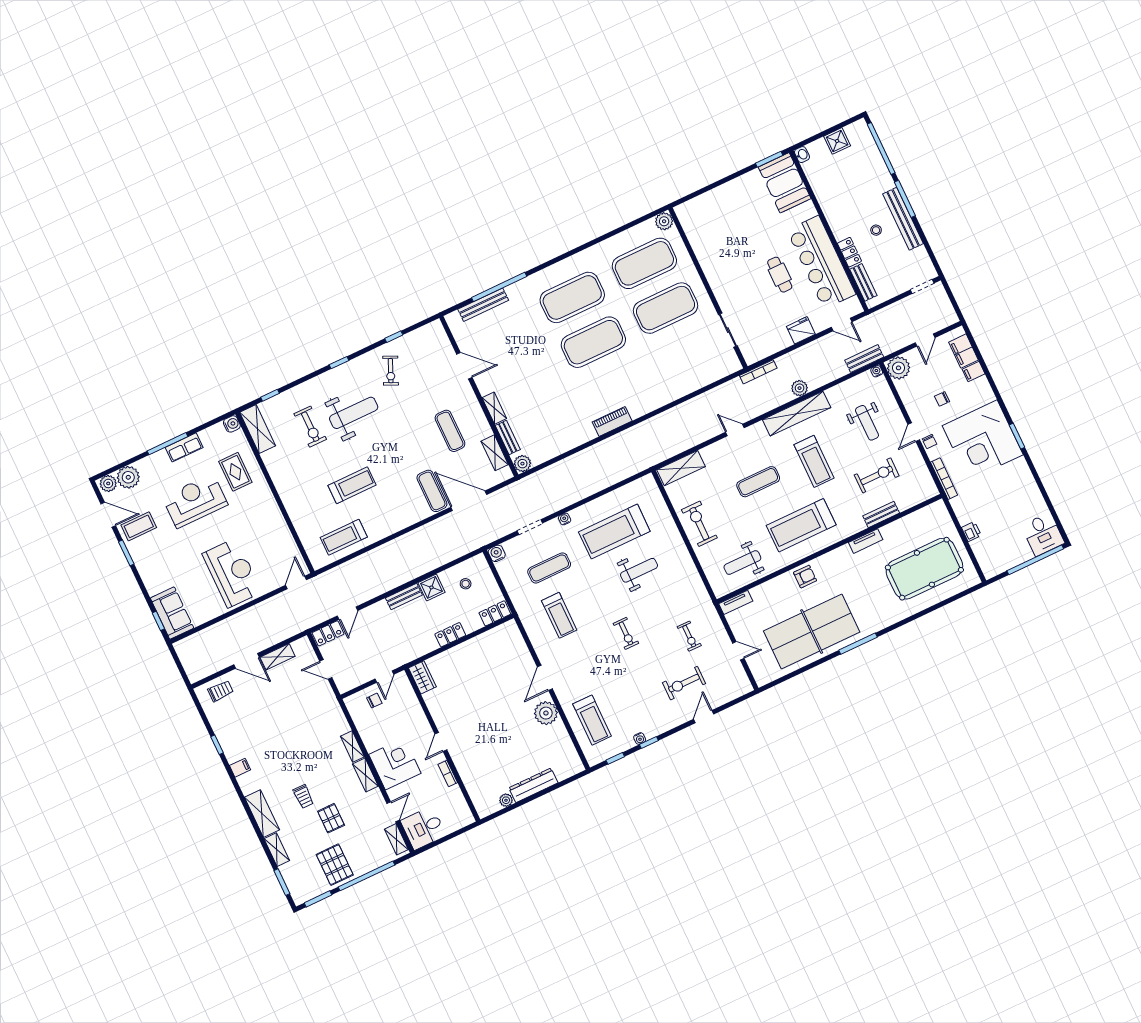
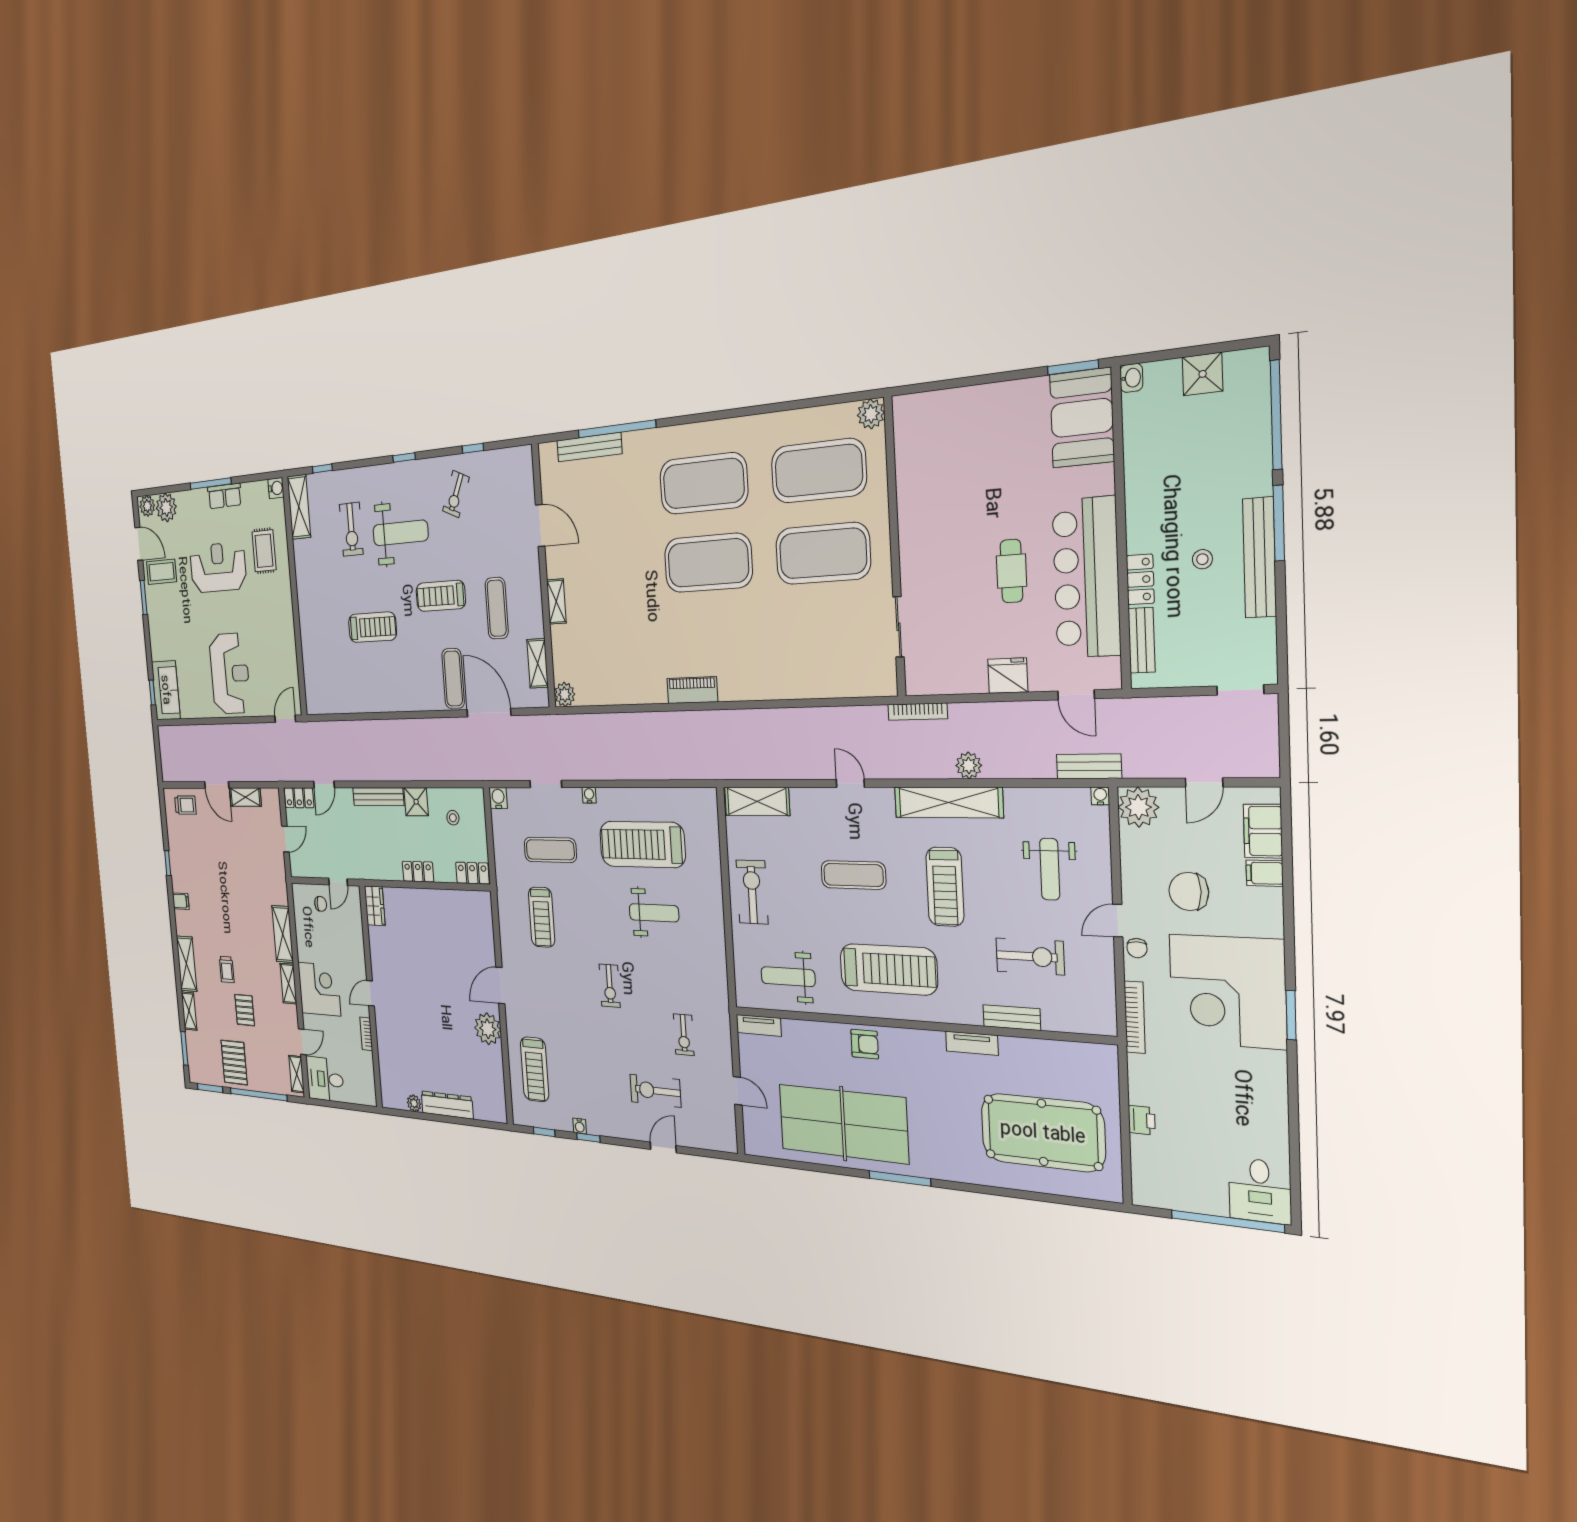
chair: (942, 399) -> (1189, 891), width x1.87, depth x1.87
bench: (508, 437) -> (559, 650), removed
treadmill: (801, 525) -> (888, 969), turned 180
treadmill: (344, 537) -> (441, 596), moved
bench: (404, 596) -> (378, 797), width x1.36
door: (326, 669) -> (285, 839), swing flipped
shelving: (352, 747) -> (283, 934), width x1.50, depth x1.33

